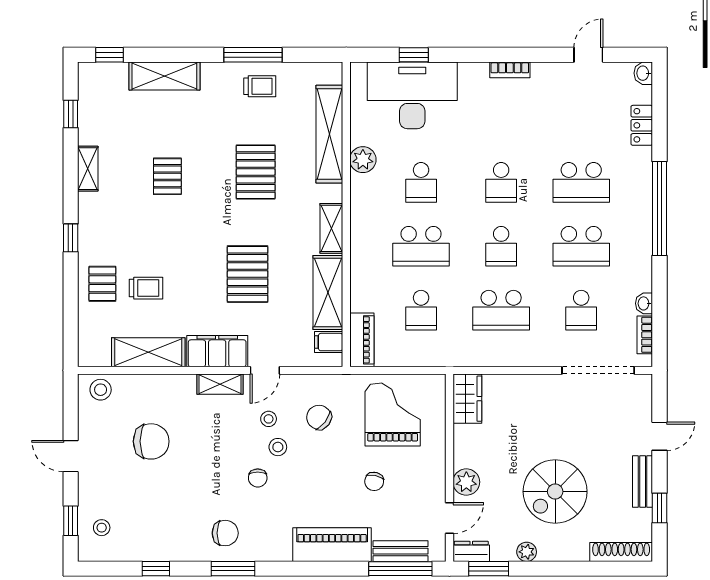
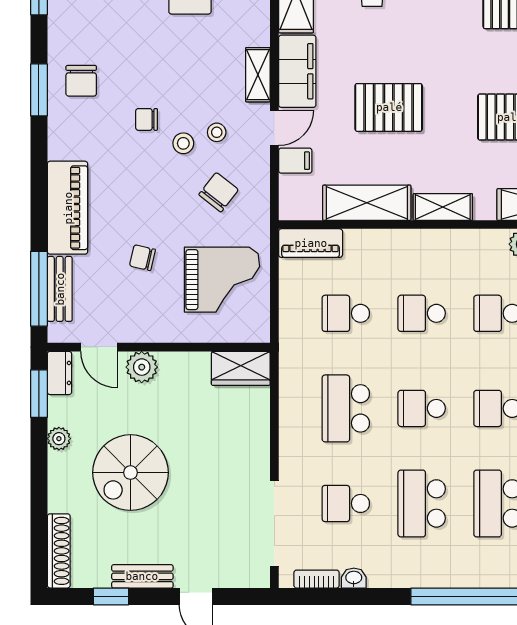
school desk: (421, 246) -> (422, 313), width x0.54
filing cabinet: (329, 342) -> (295, 161), moved, turned 90
door: (265, 370) -> (274, 128), swing flipped
spiral stairs: (555, 492) -> (130, 473), turned -90

